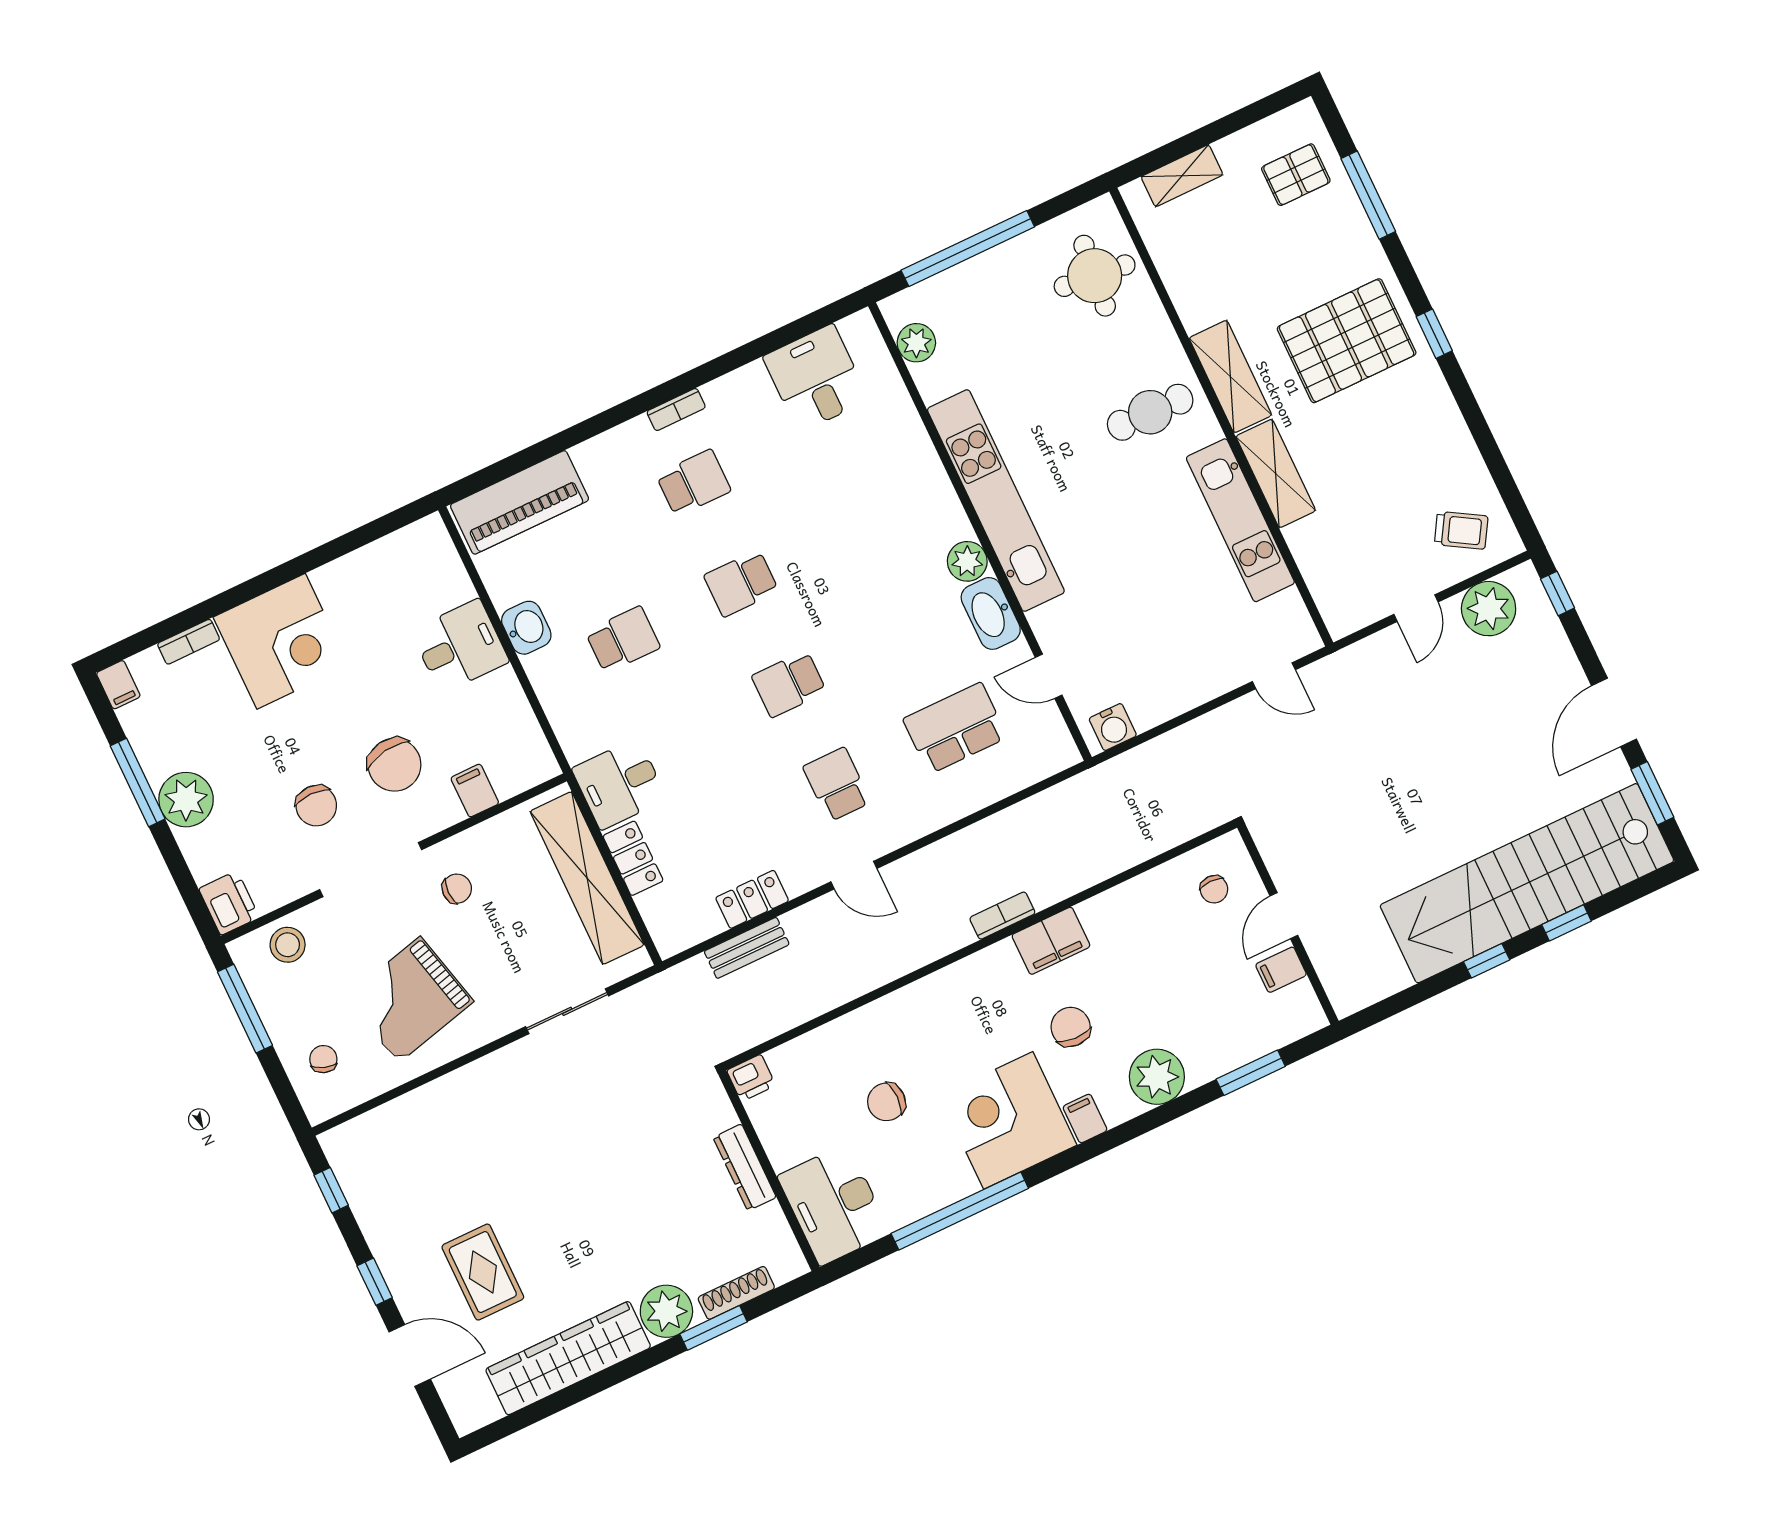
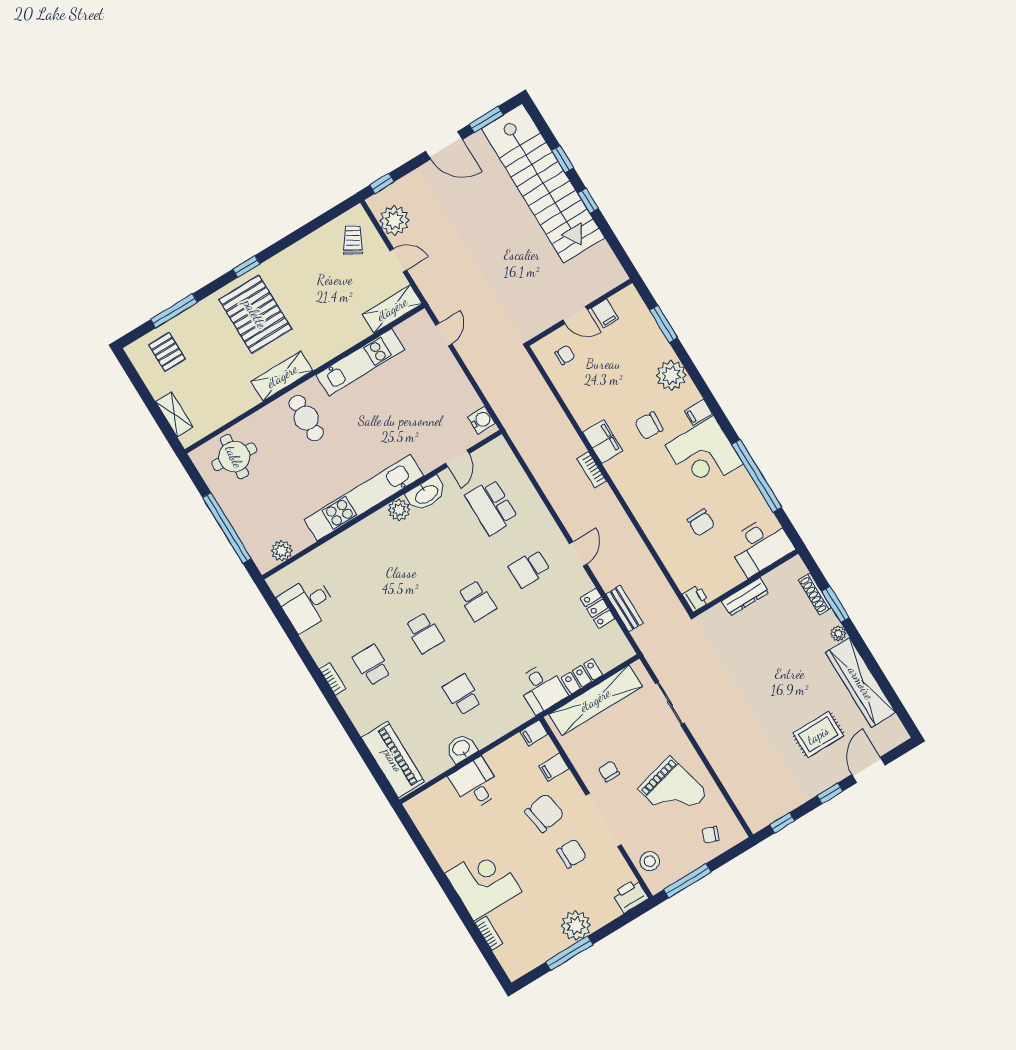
shelving: (1276, 473) -> (392, 309), moved
filing cabinet: (118, 685) -> (534, 733), moved, turned 180
plant: (666, 1311) -> (838, 633), width x0.53, depth x0.53

